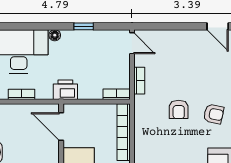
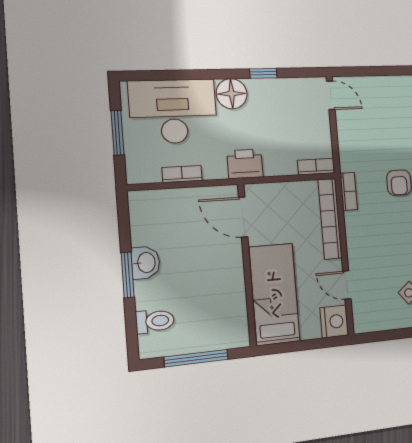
floor lamp: (55, 35) -> (232, 94), width x1.89, depth x1.89
bookcase: (139, 81) -> (349, 191), moved

